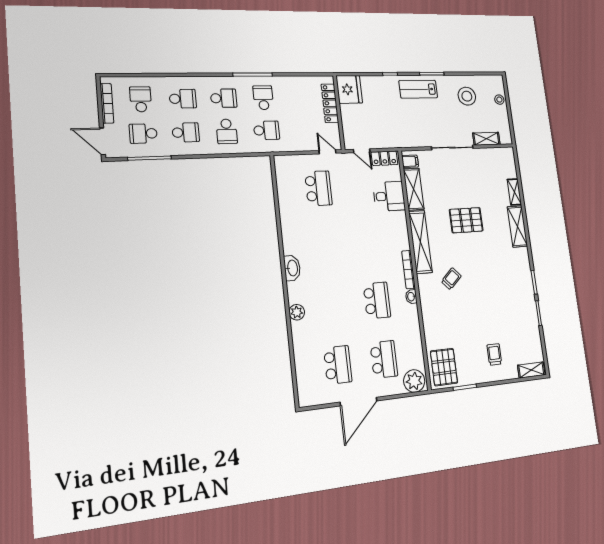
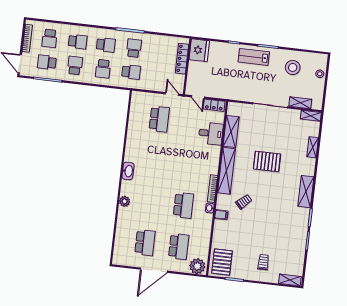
school desk: (141, 99) -> (50, 38), turned 180
school desk: (186, 132) -> (75, 65), turned -90
shelving: (502, 153) -> (311, 116), added
filing cabinet: (410, 161) -> (221, 215), moved
shelving: (517, 226) -> (306, 192), moved

